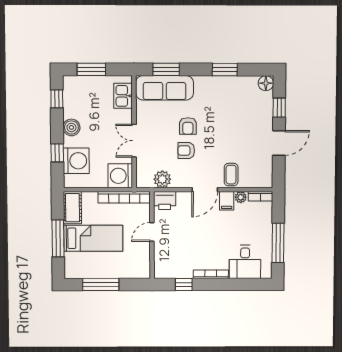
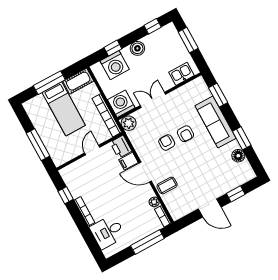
floor lamp: (266, 83) -> (238, 156), moved
sofa: (165, 88) -> (215, 122), moved
armchair: (188, 126) -> (185, 134), turned -90
plant: (162, 179) -> (129, 123), moved
filing cabinet: (227, 201) -> (128, 161), moved
door: (152, 232) -> (92, 150), hinge flipped
window: (278, 243) -> (147, 242), moved
window: (101, 285) -> (38, 145), moved

